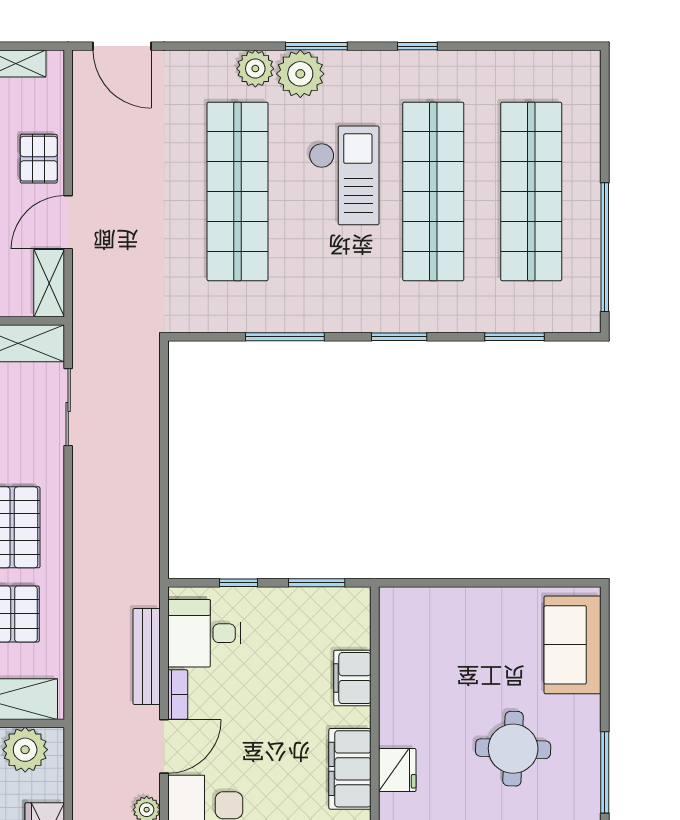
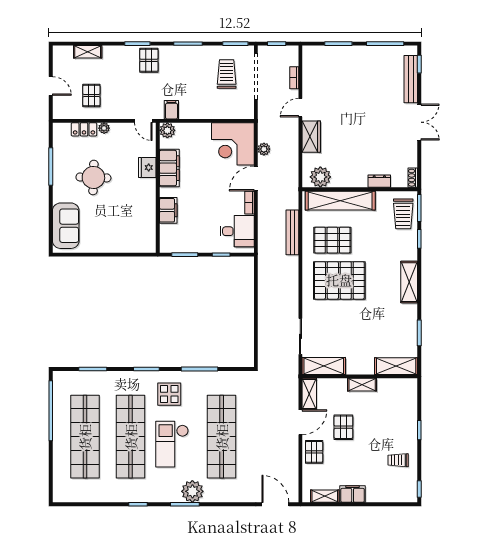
plant: (255, 69) -> (213, 494), removed
display table: (350, 283) -> (169, 394), added
bench: (147, 657) -> (292, 232), moved

